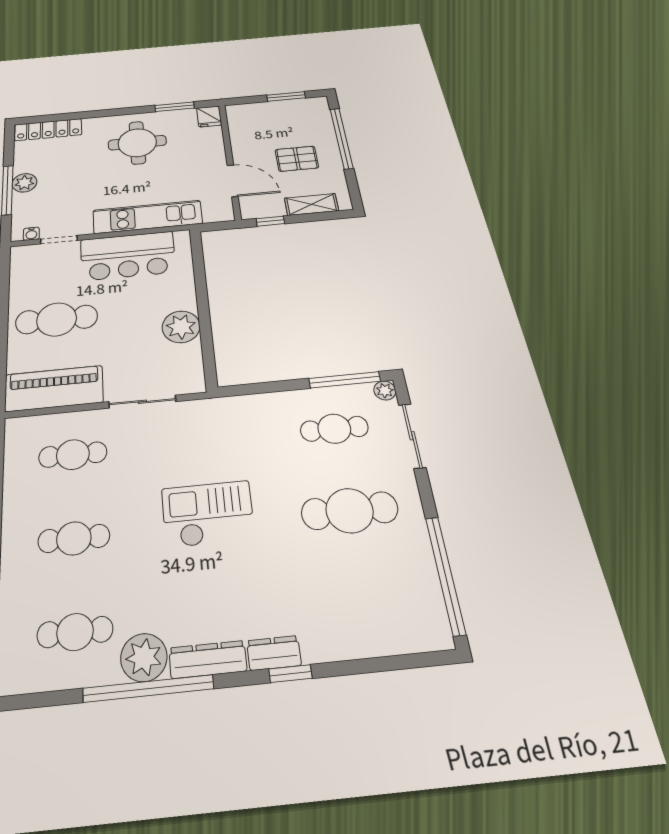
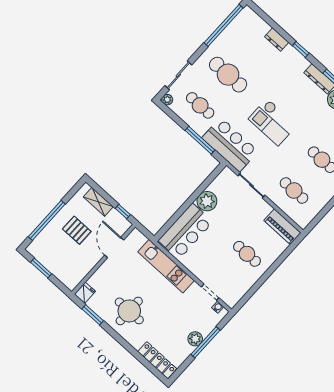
bar counter: (128, 256) -> (186, 231), moved, turned 90
cafe table: (57, 319) -> (247, 254), width x0.73, depth x0.74
window: (345, 380) -> (200, 140), moved
piano: (54, 388) -> (282, 227), width x0.73, depth x0.75
bar counter: (232, 422) -> (230, 145), added
dresser: (274, 653) -> (277, 39), moved

